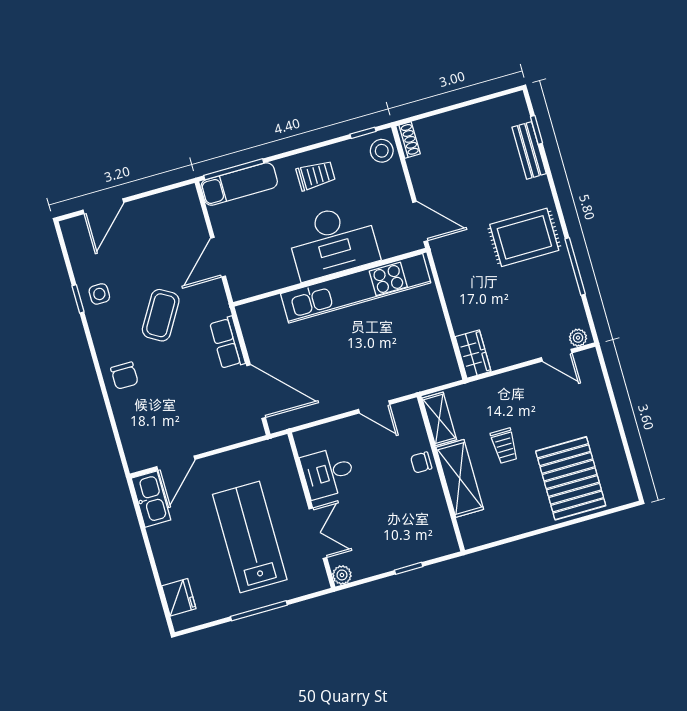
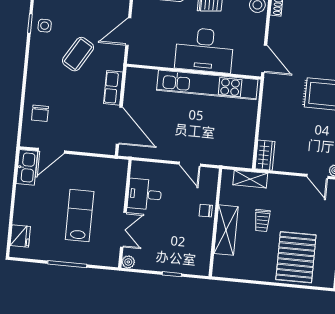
chair: (124, 376) -> (40, 113), moved
shelving: (439, 419) -> (250, 179), moved, turned 90
lab bench: (250, 537) -> (80, 215), width x0.73, depth x0.72

